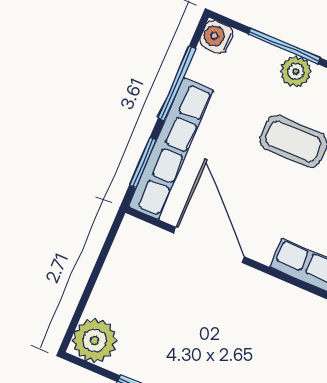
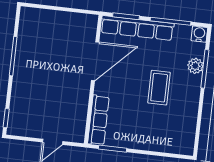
plant: (296, 72) -> (195, 66), moved
plant: (95, 340) -> (31, 19), removed

